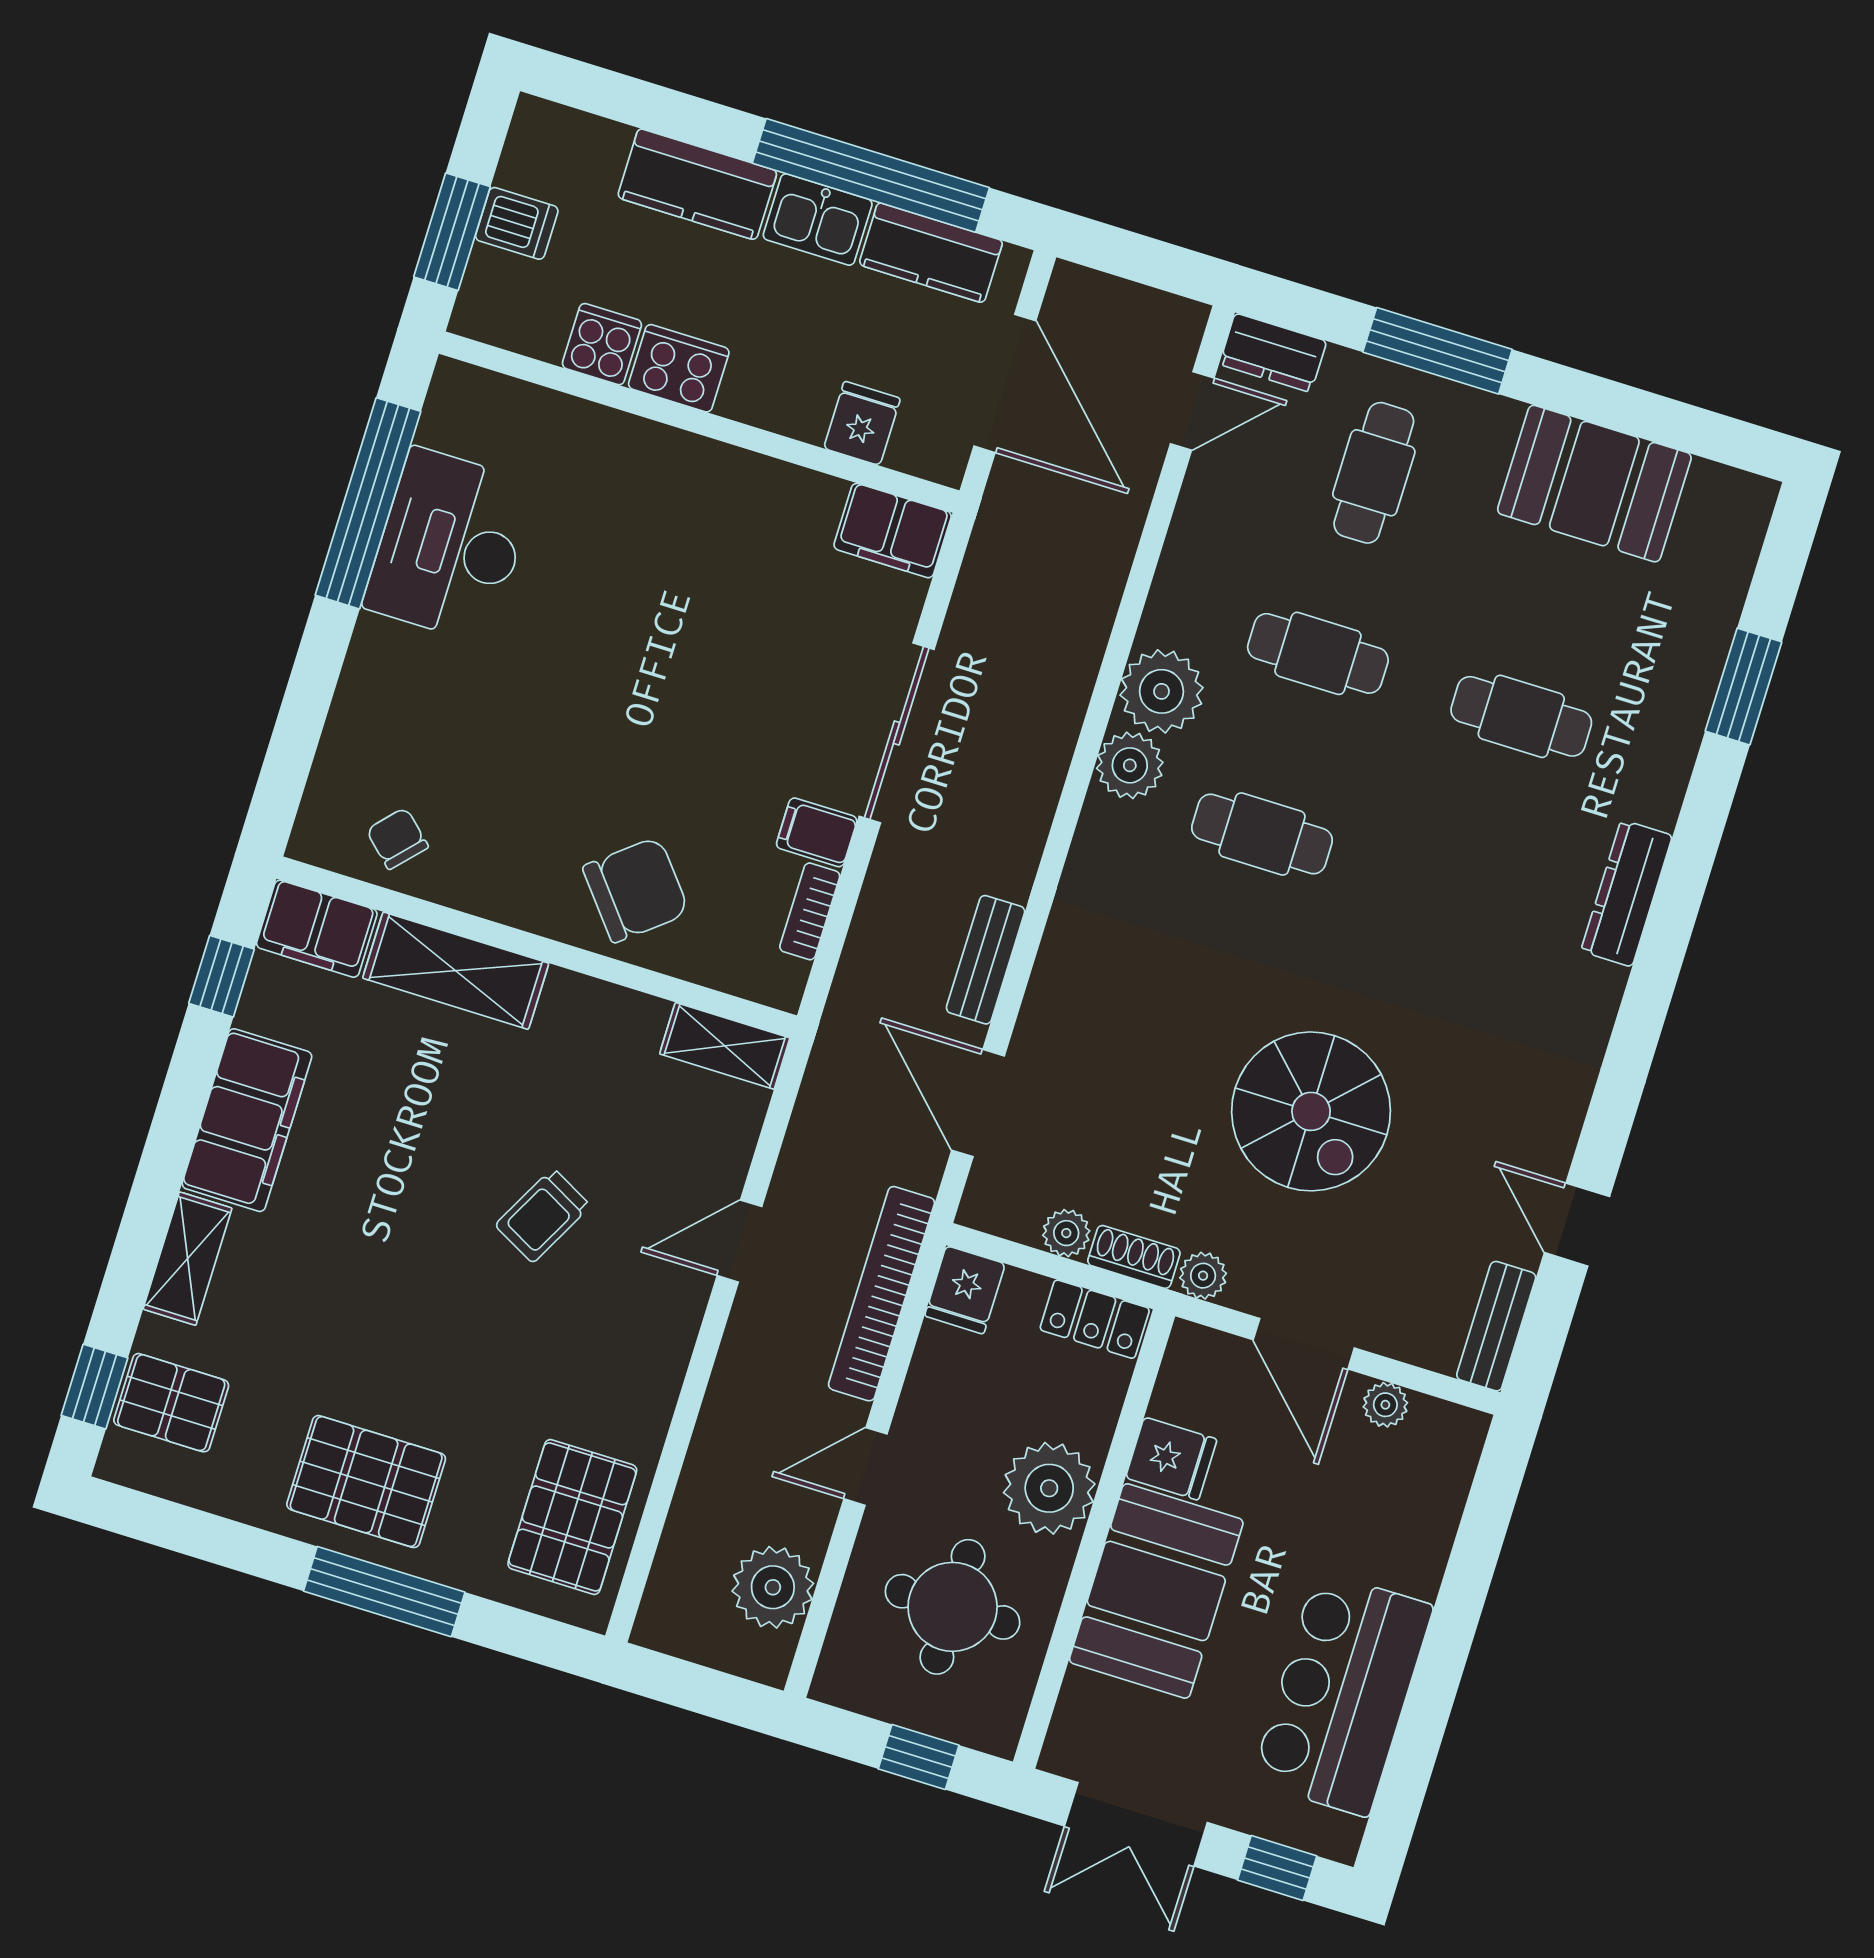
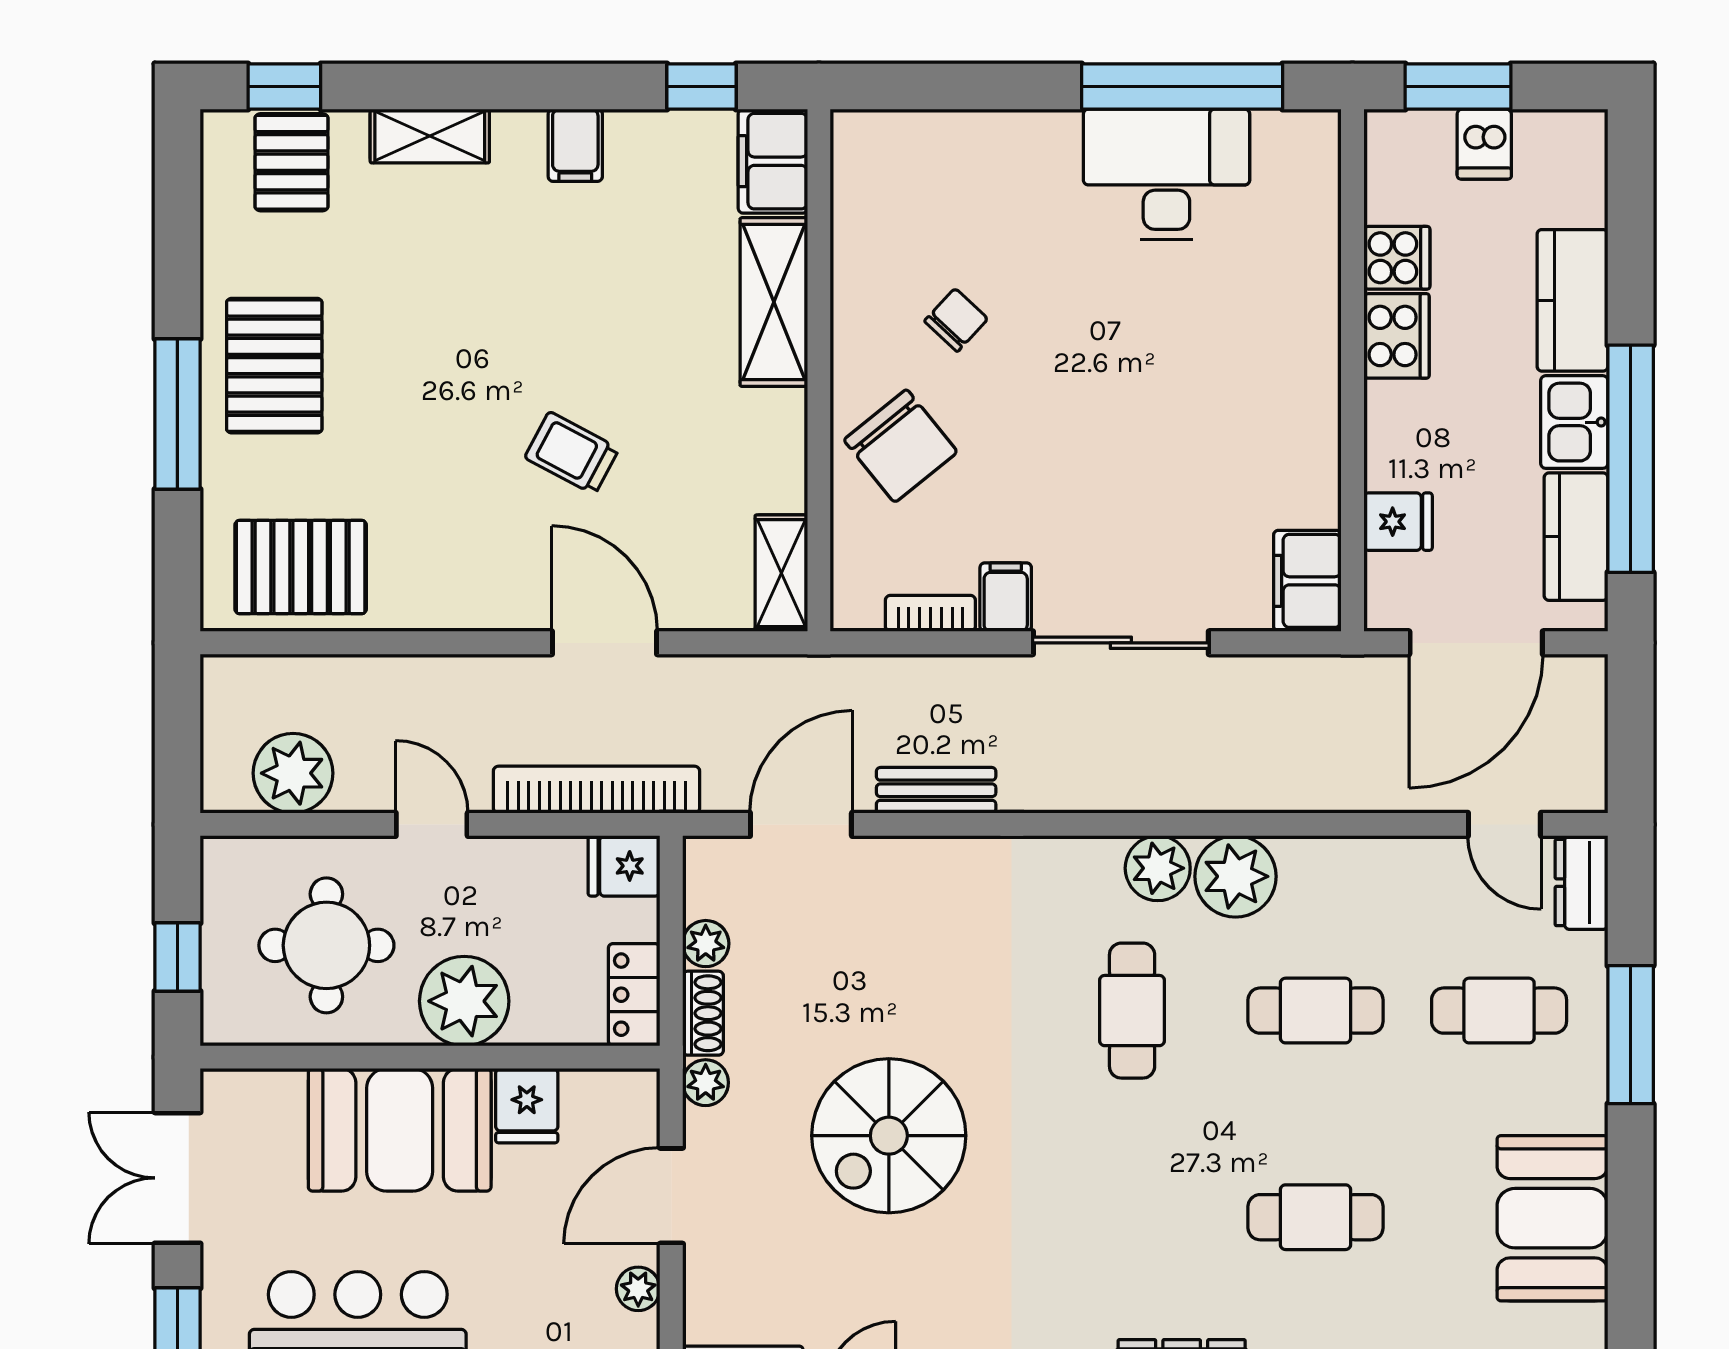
cafe table: (1318, 653) -> (1316, 1011), turned 90
cafe table: (1521, 716) -> (1316, 1217), turned 90
chair: (397, 838) -> (956, 320), moved
filing cabinet: (247, 1120) -> (575, 145), width x0.33, depth x0.86
door: (739, 1241) -> (604, 643), width x1.38

